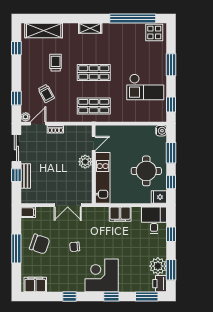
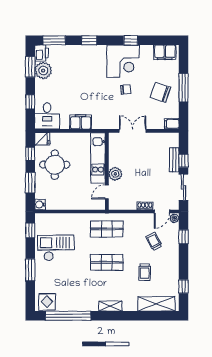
corner desk: (102, 275) -> (123, 61), moved

